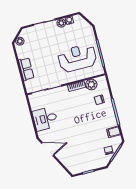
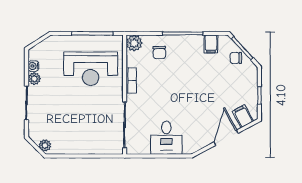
reception desk: (77, 58) -> (91, 69), turned -90
row of seats: (26, 69) -> (88, 147), removed
plant: (91, 85) -> (134, 43), moved
door: (48, 149) -> (226, 138), moved
filing cabinet: (72, 165) -> (243, 116), added

